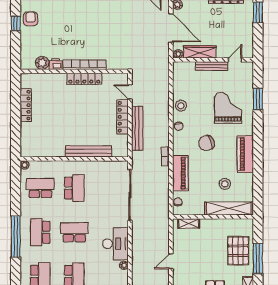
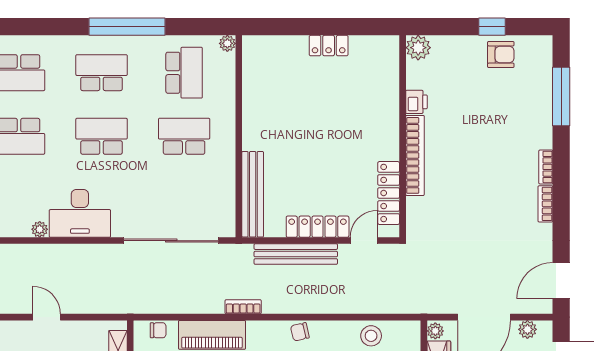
plant: (42, 63) -> (418, 48), moved
locker: (84, 79) -> (389, 193), moved
locker: (26, 105) -> (329, 46), width x0.66
stool: (181, 106) -> (371, 336), moved
bench: (89, 151) -> (253, 194), moved
school desk: (74, 188) -> (184, 136), turned 180
school desk: (74, 232) -> (102, 136), turned -90
window: (16, 237) -> (127, 27), moved

